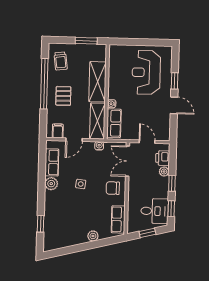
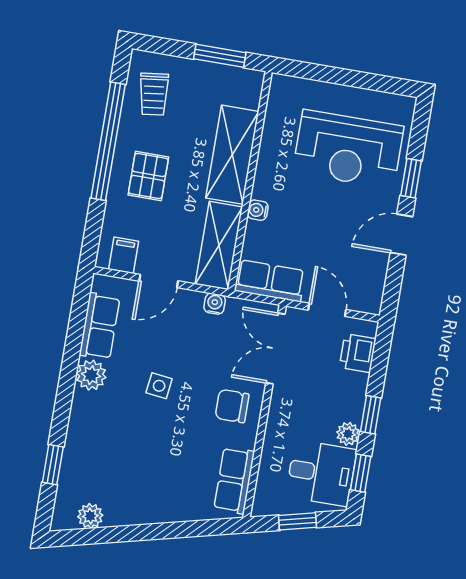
reception desk: (146, 72) -> (348, 149), turned -90
door: (174, 105) -> (401, 235), swing flipped
row of seats: (114, 123) -> (270, 281), moved, turned -90
plant: (164, 172) -> (348, 434), moved
plant: (93, 236) -> (90, 516), moved

